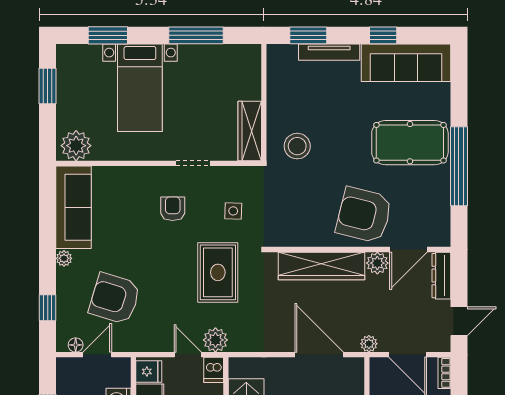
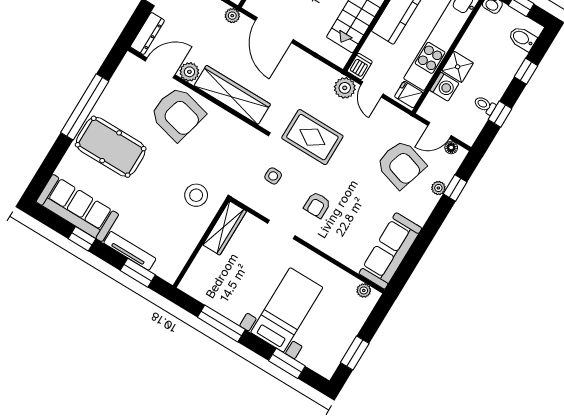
plant: (76, 146) -> (364, 290), width x0.53, depth x0.53
plant: (64, 258) -> (438, 188), moved
rug: (218, 272) -> (312, 137), turned 90

